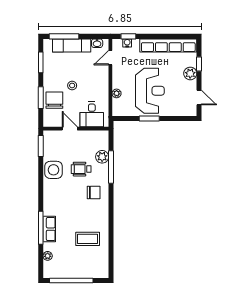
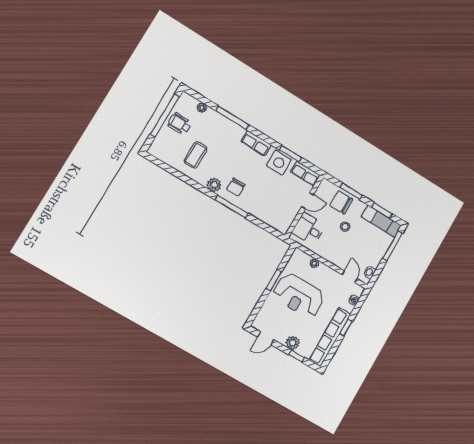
window: (128, 36) -> (346, 328), moved
exam couch: (72, 45) -> (381, 221), moved, turned -90
chair: (54, 100) -> (341, 202), turned 180
row of seats: (49, 143) -> (305, 174), added
window: (41, 146) -> (291, 154), moved
plant: (102, 157) -> (214, 185), moved
window: (111, 167) -> (232, 207), moved
wheelchair: (81, 169) -> (180, 124), moved, turned -90
row of seats: (49, 229) -> (256, 143), moved

